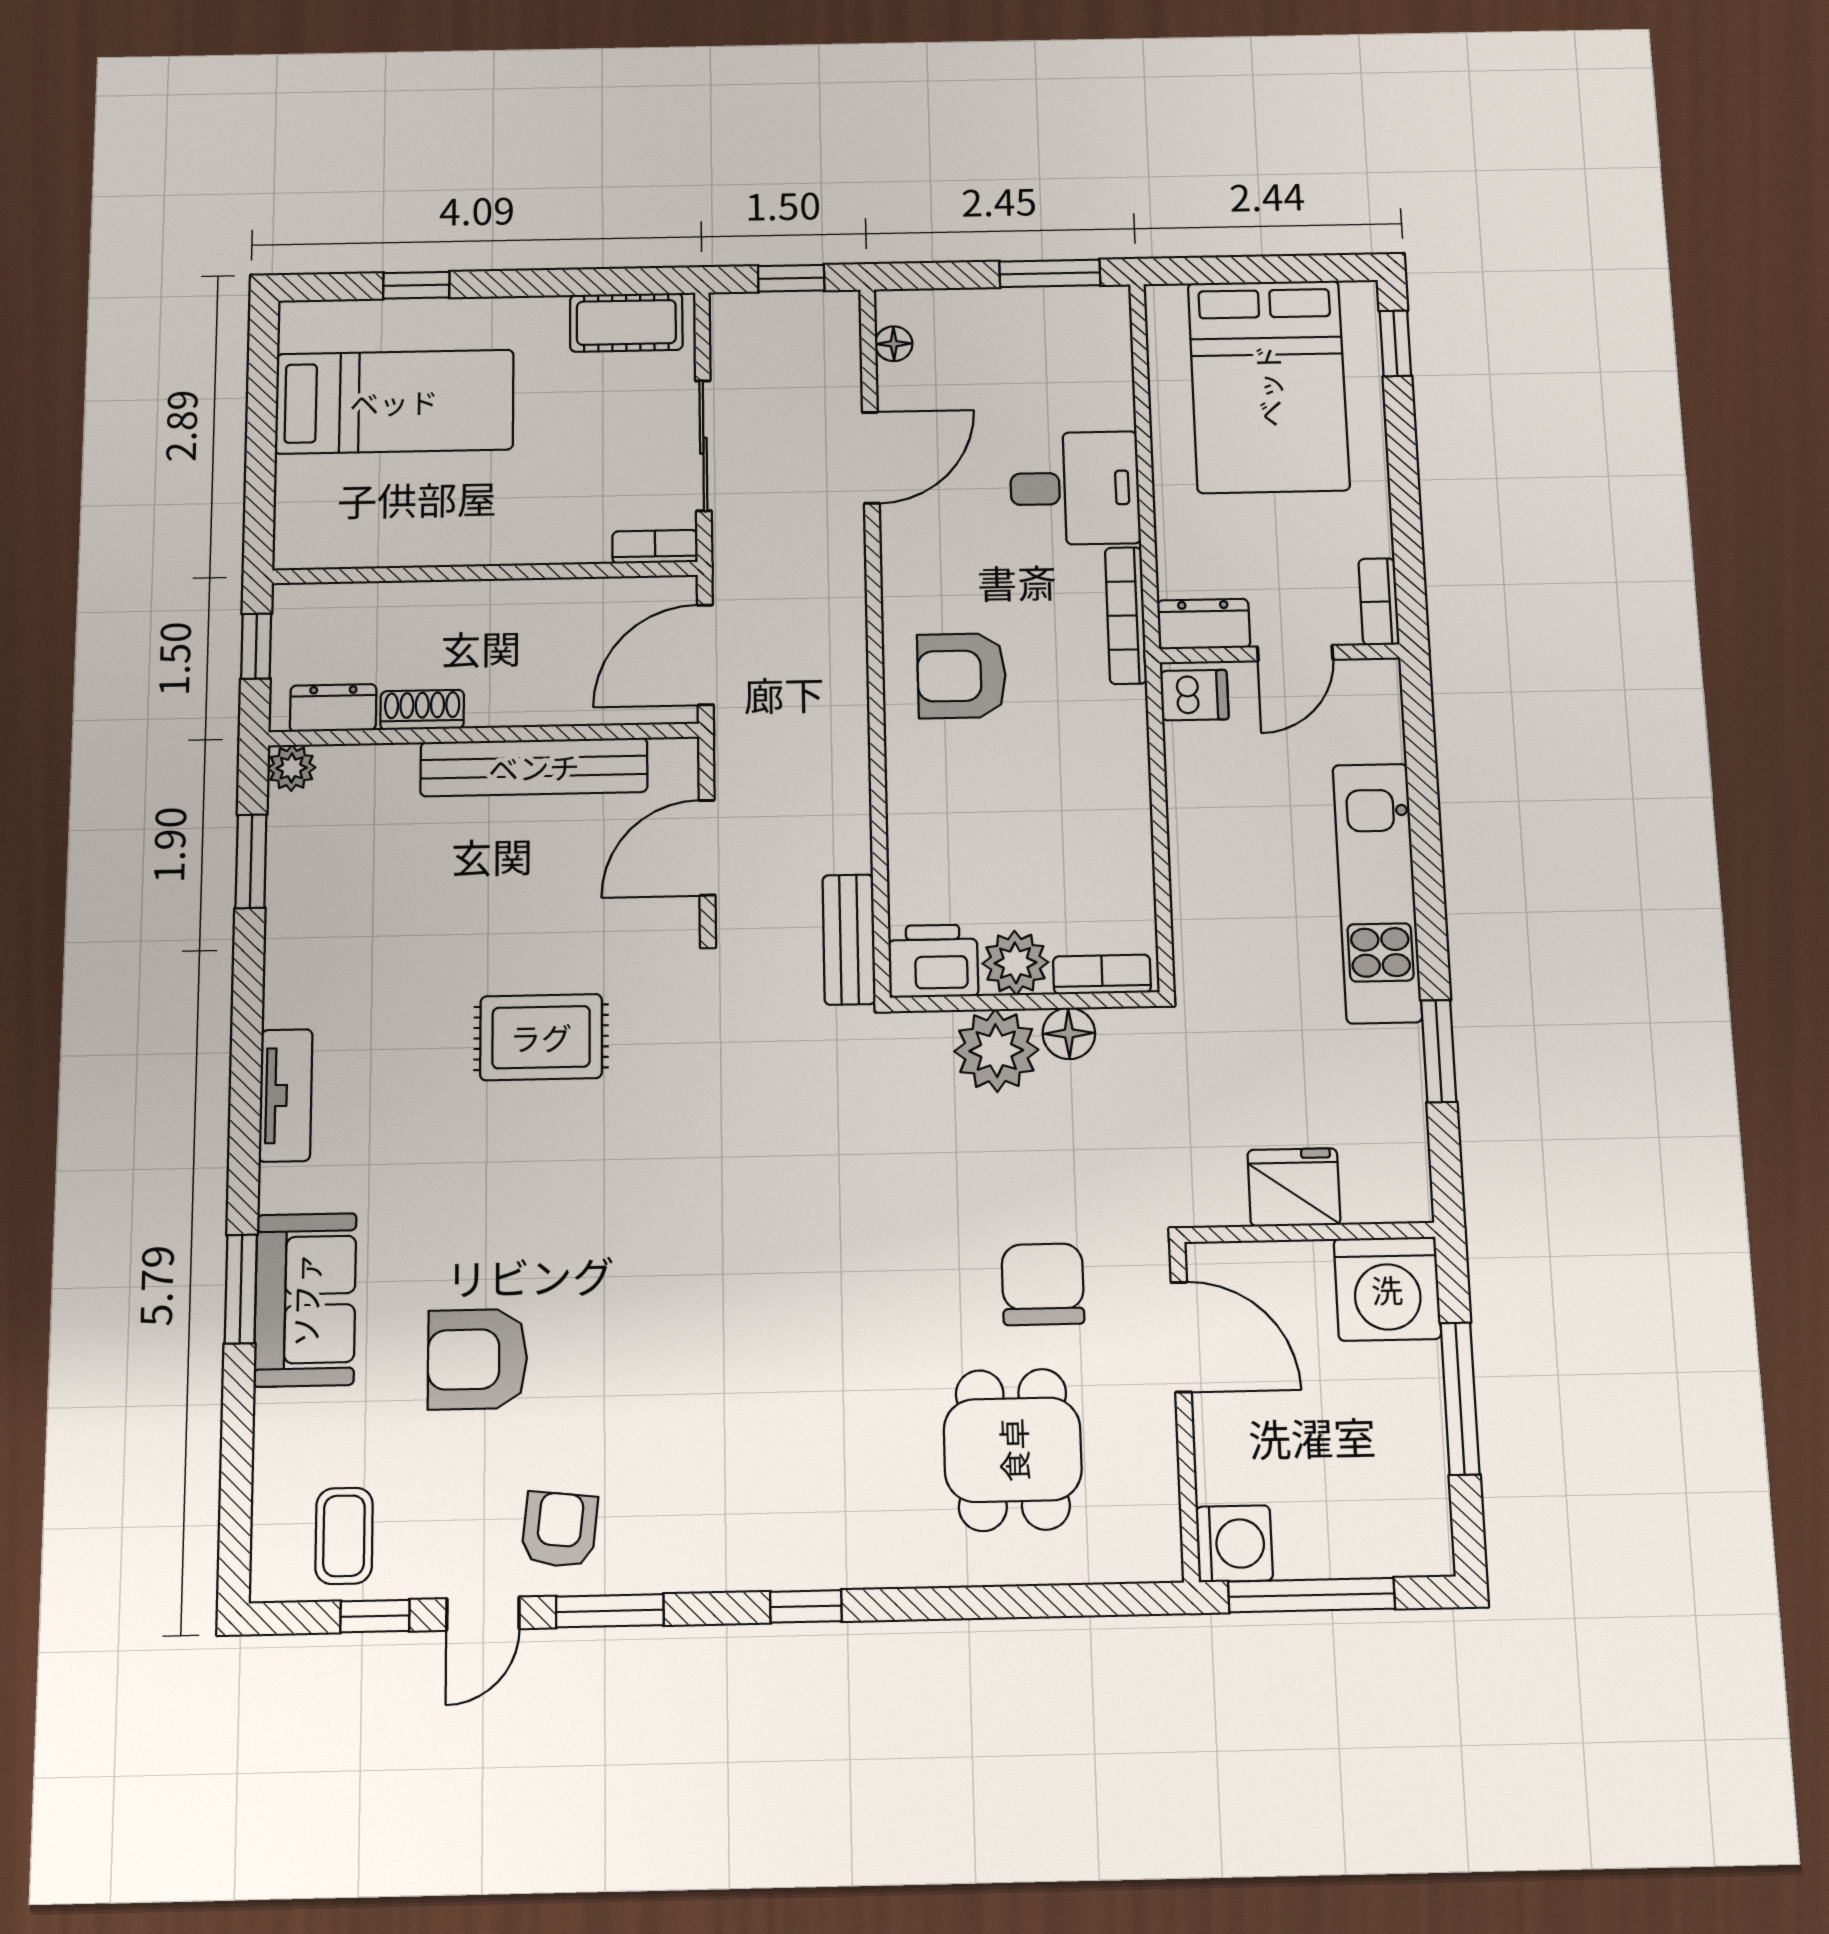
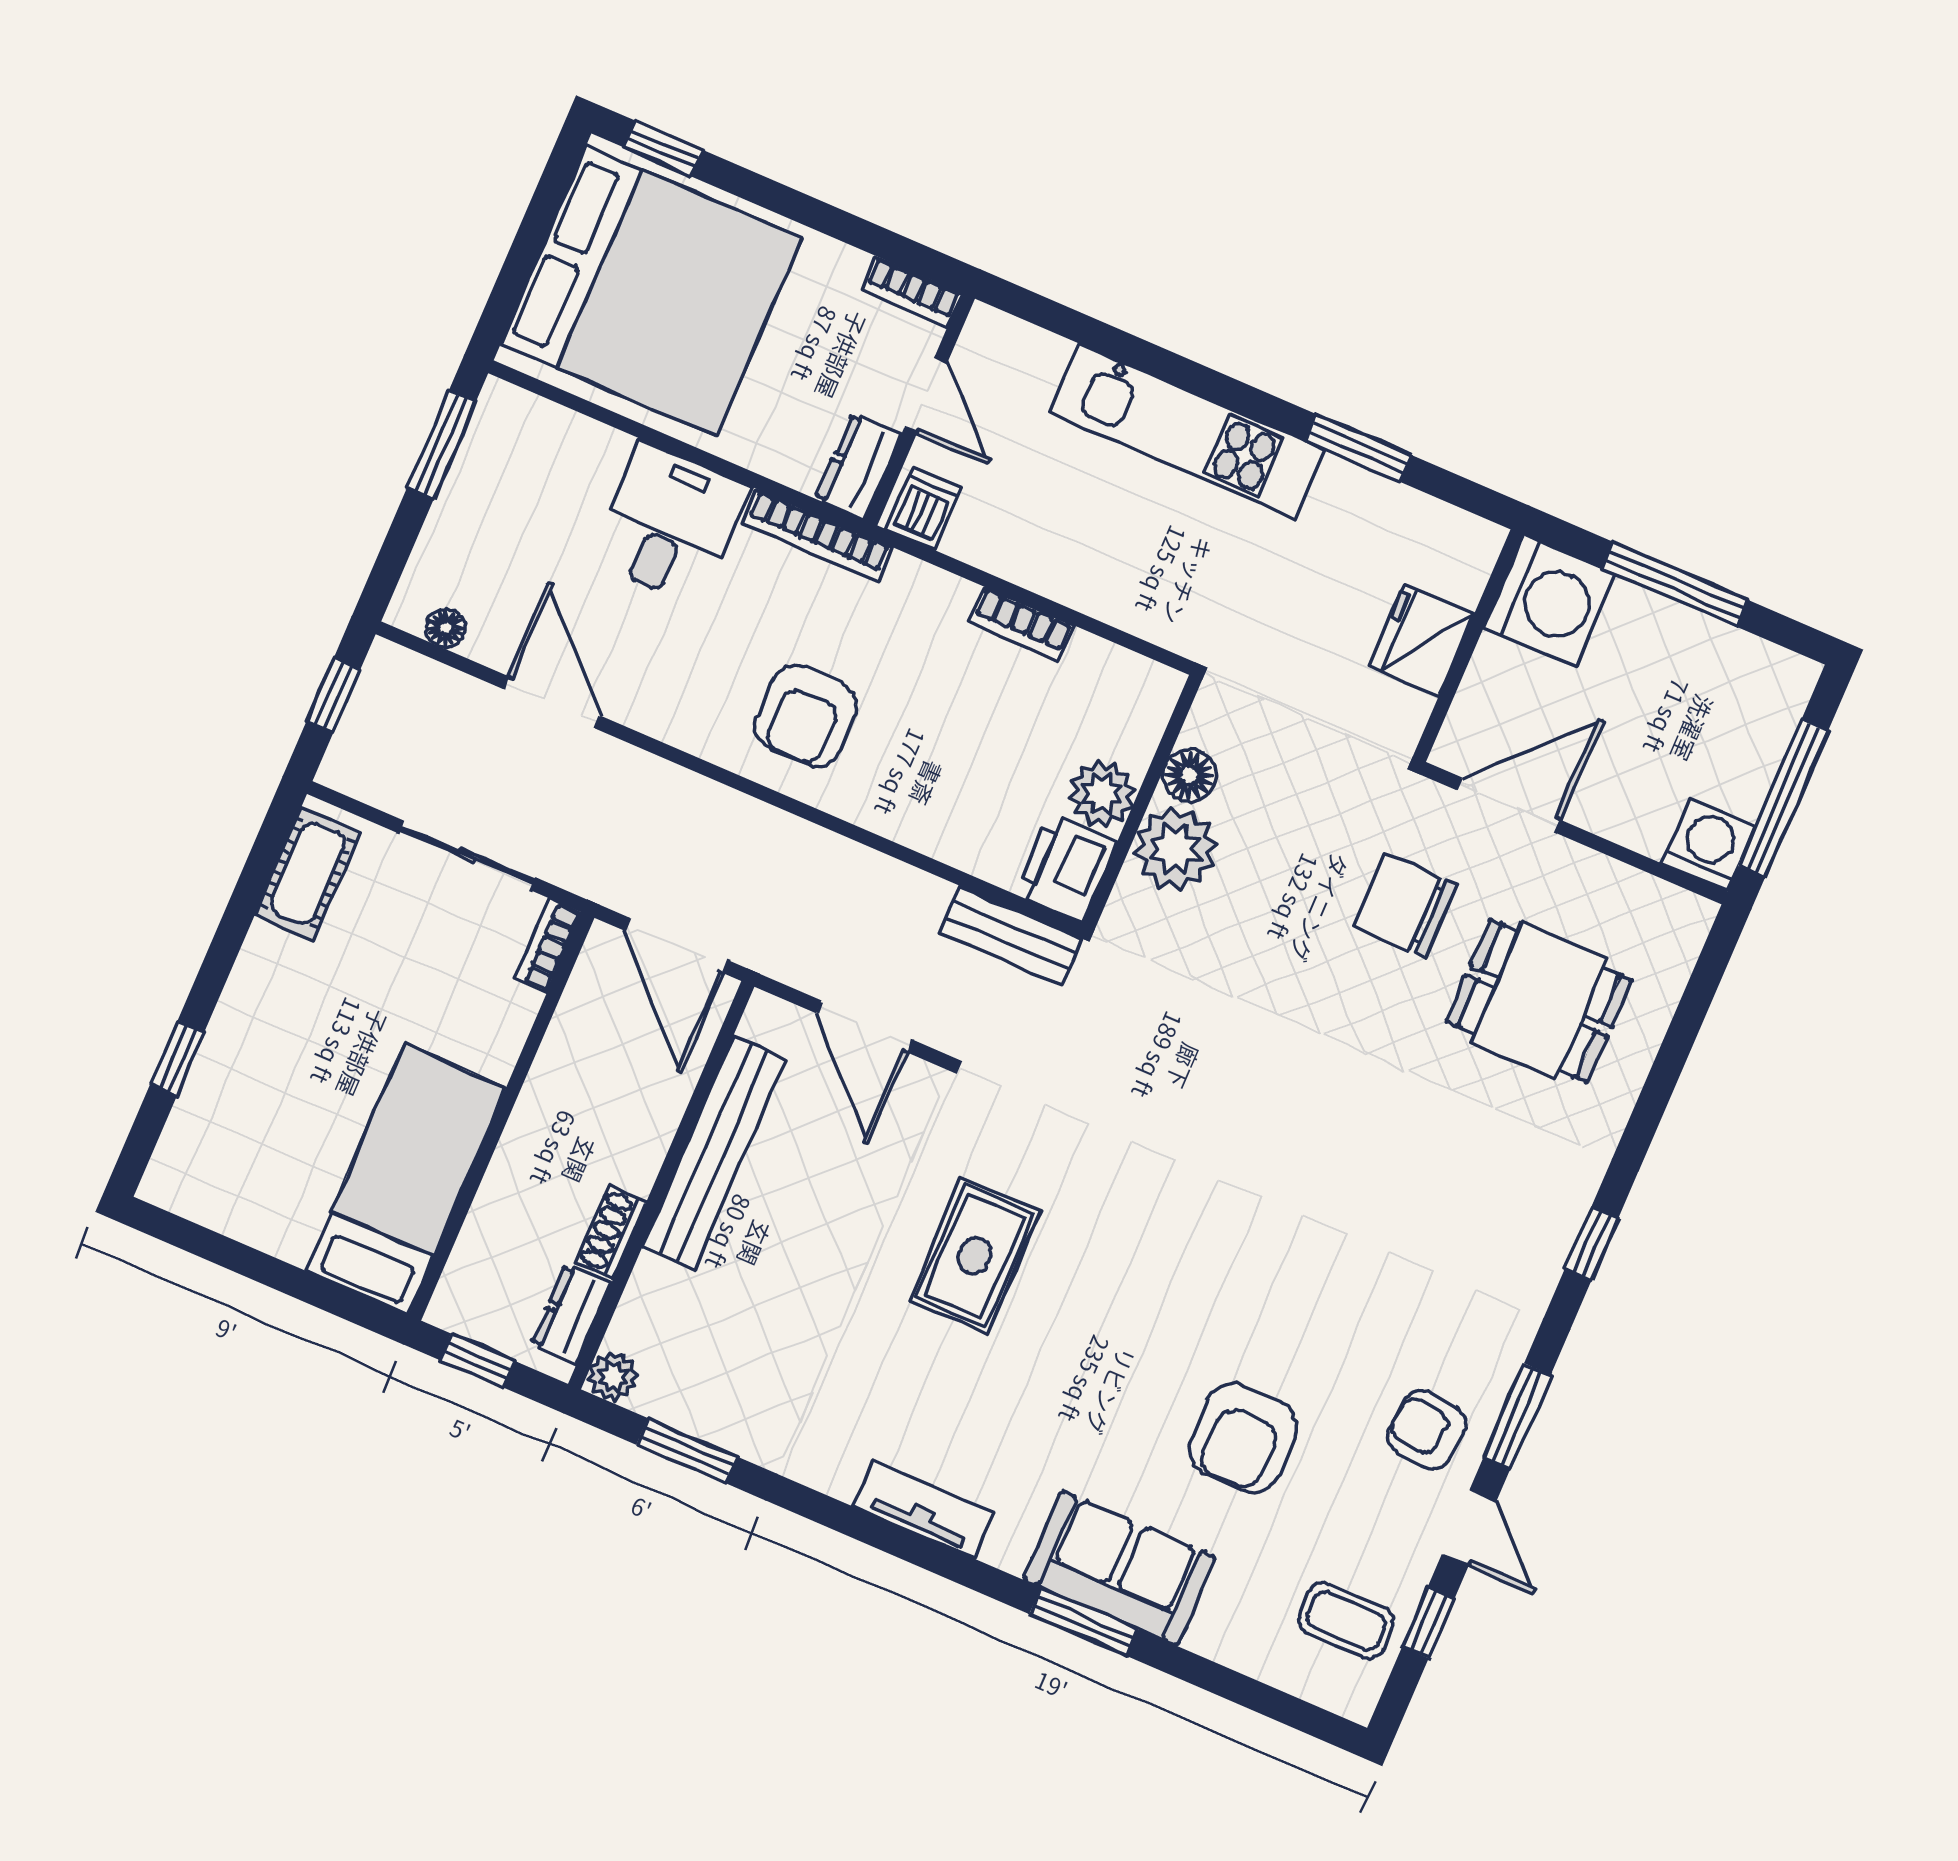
bed: (1268, 386) -> (651, 291), width x1.36
bed: (394, 402) -> (406, 1179), moved
bookcase: (1102, 974) -> (1021, 624), moved, turned -90

